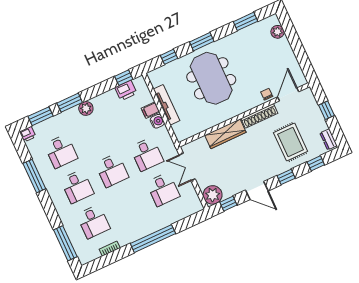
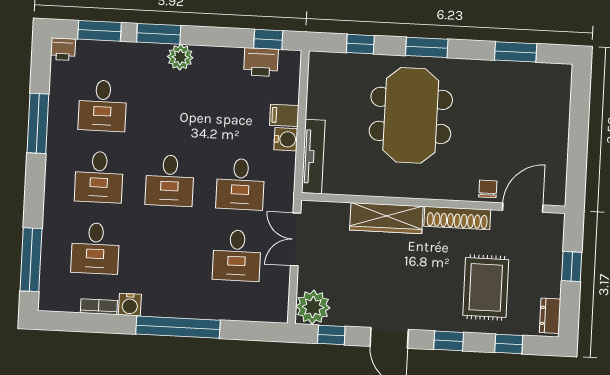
plant: (277, 32) -> (559, 96), removed
tv unit: (167, 105) -> (313, 157), moved
water cooler: (124, 240) -> (130, 305), added

